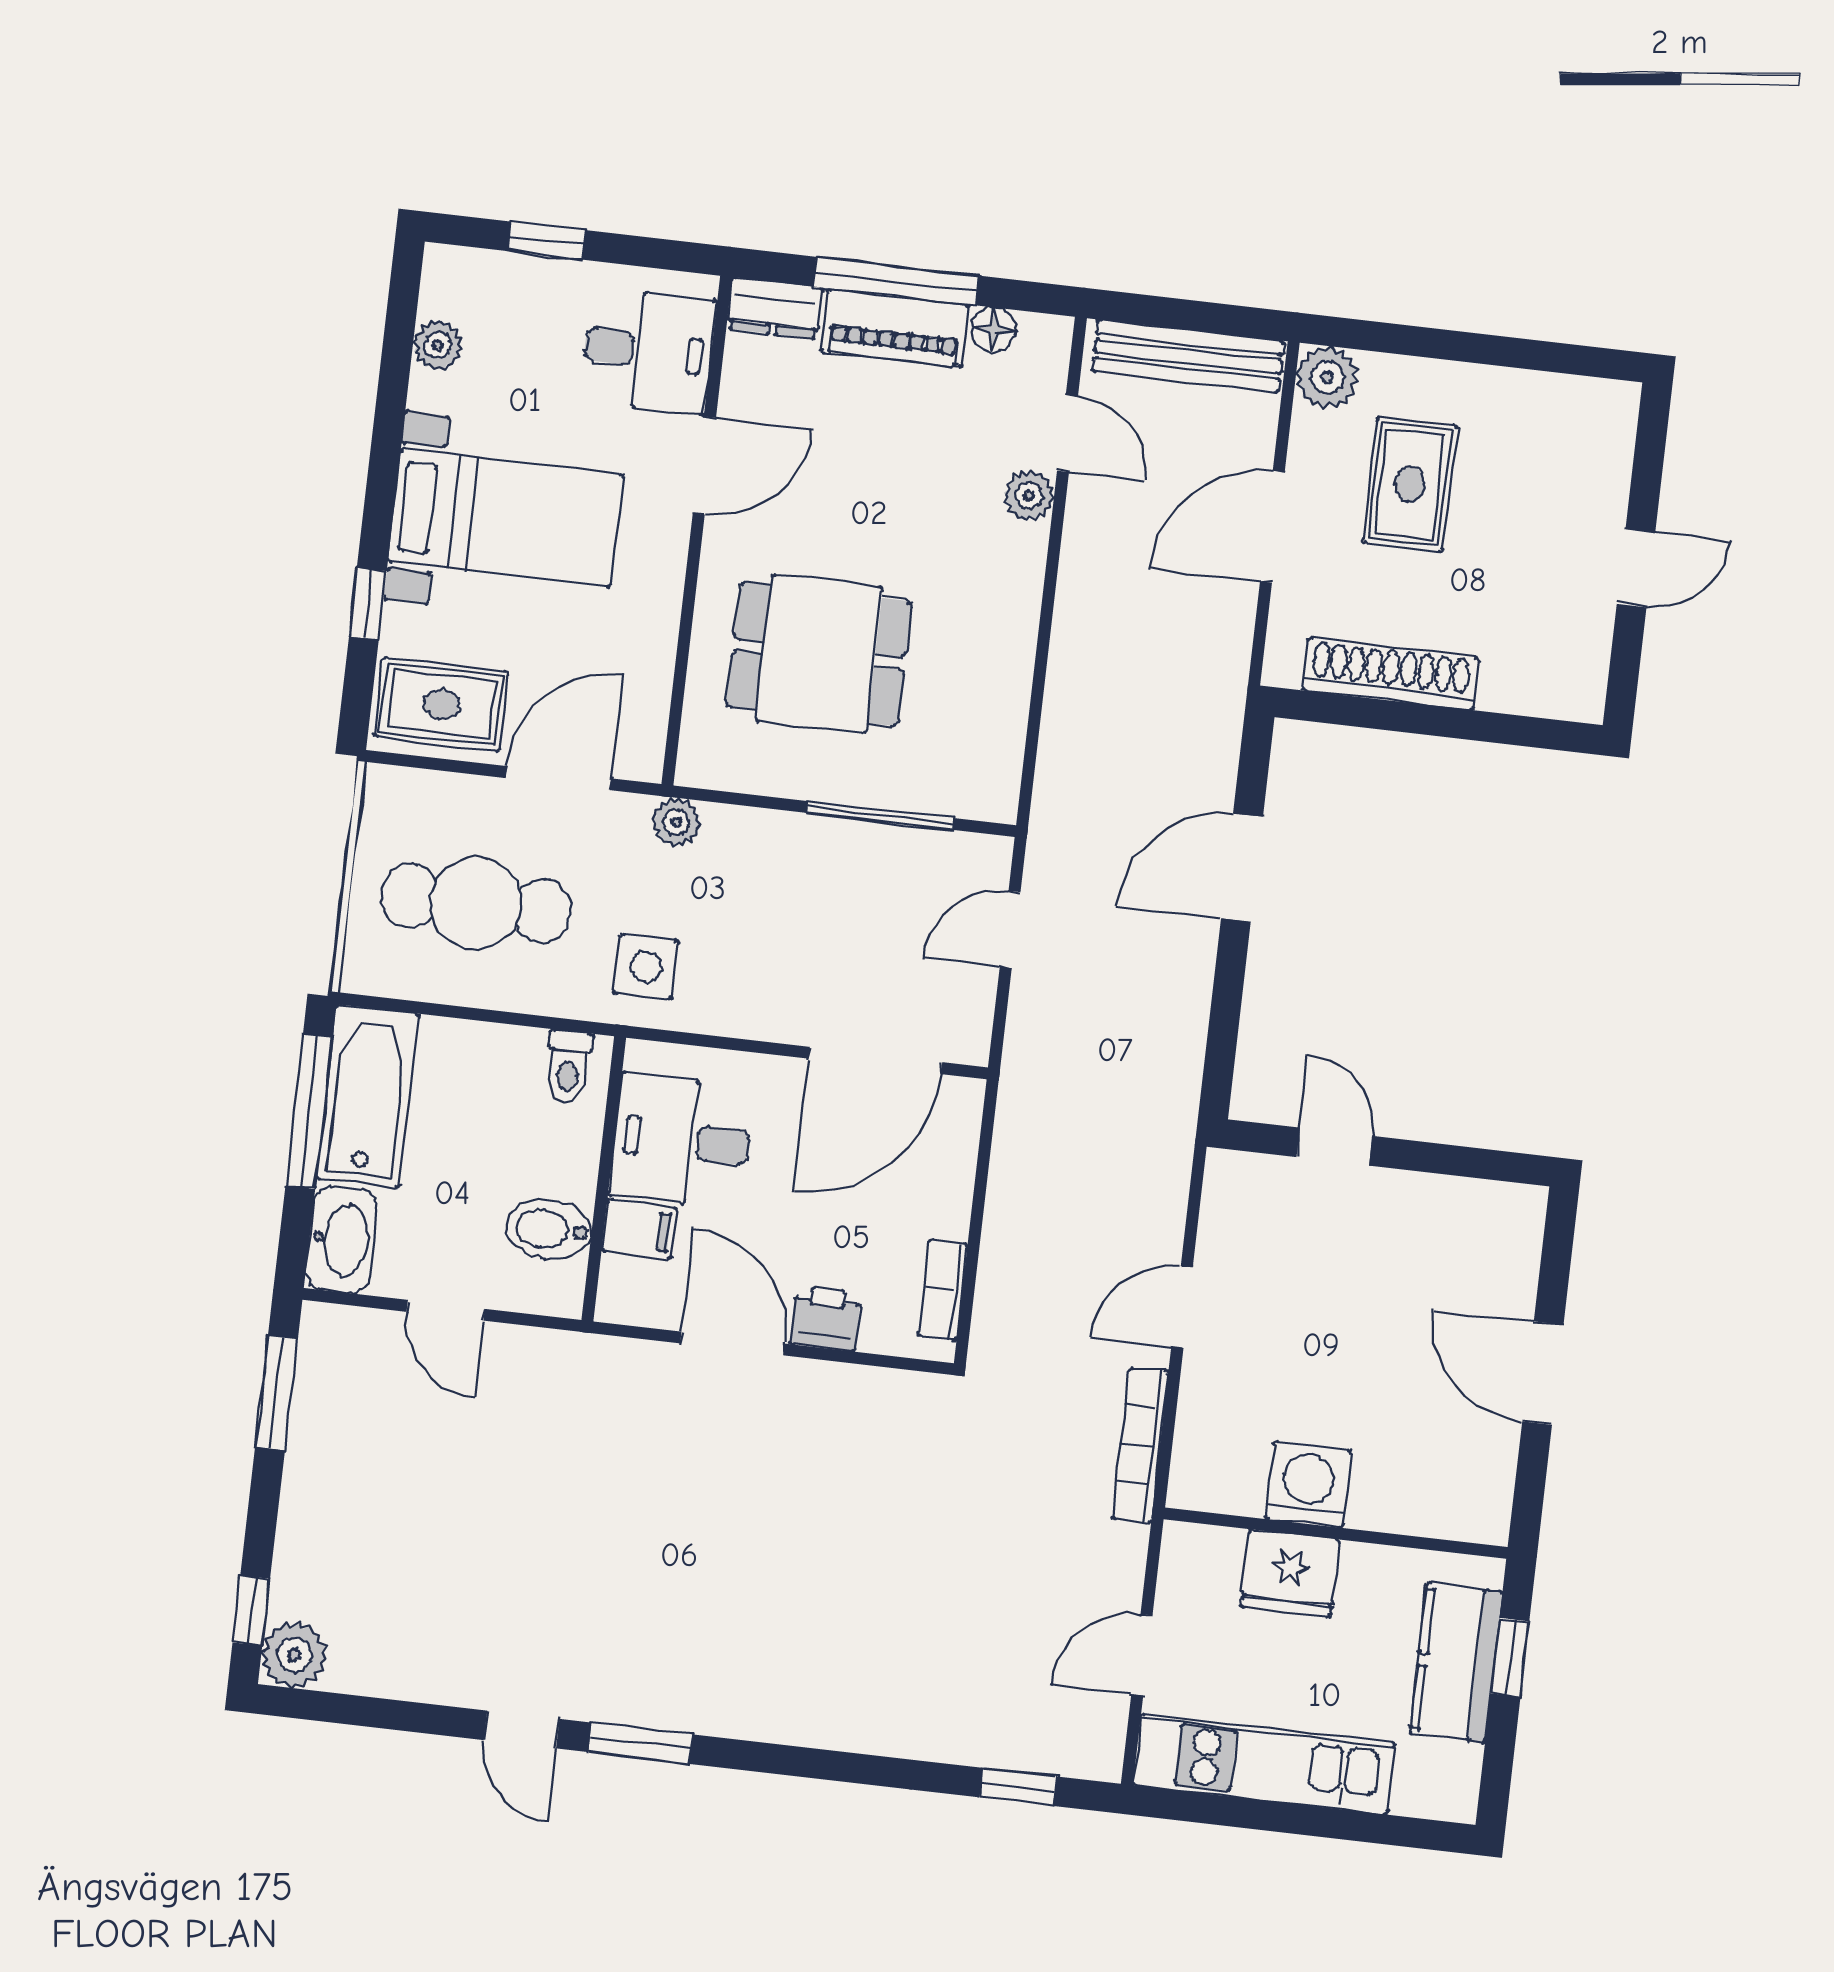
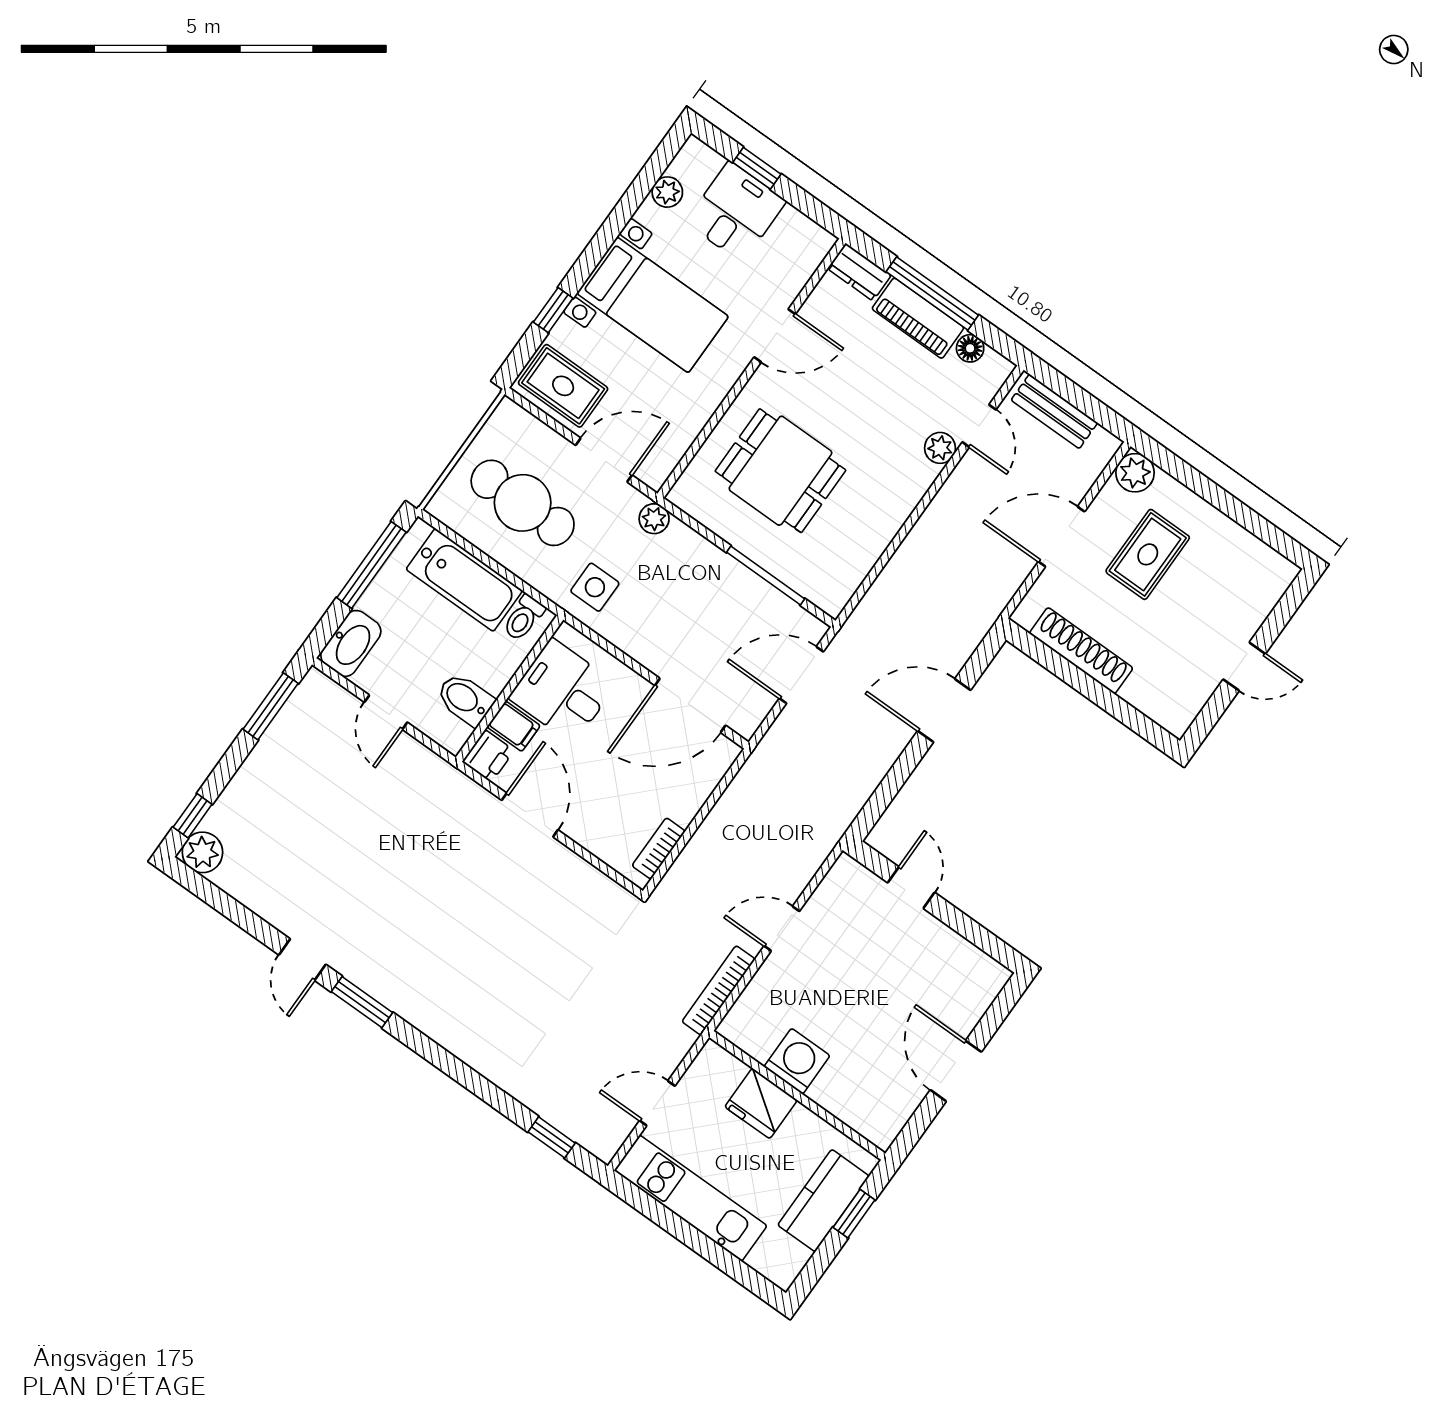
desk: (648, 351) -> (736, 212), moved, turned -90
bench: (1188, 356) -> (1054, 411), width x0.73
door: (1010, 929) -> (801, 675), width x1.38
bathtub: (368, 1096) -> (464, 580), moved, turned 90
printer: (826, 1318) -> (488, 756), moved, turned 90

